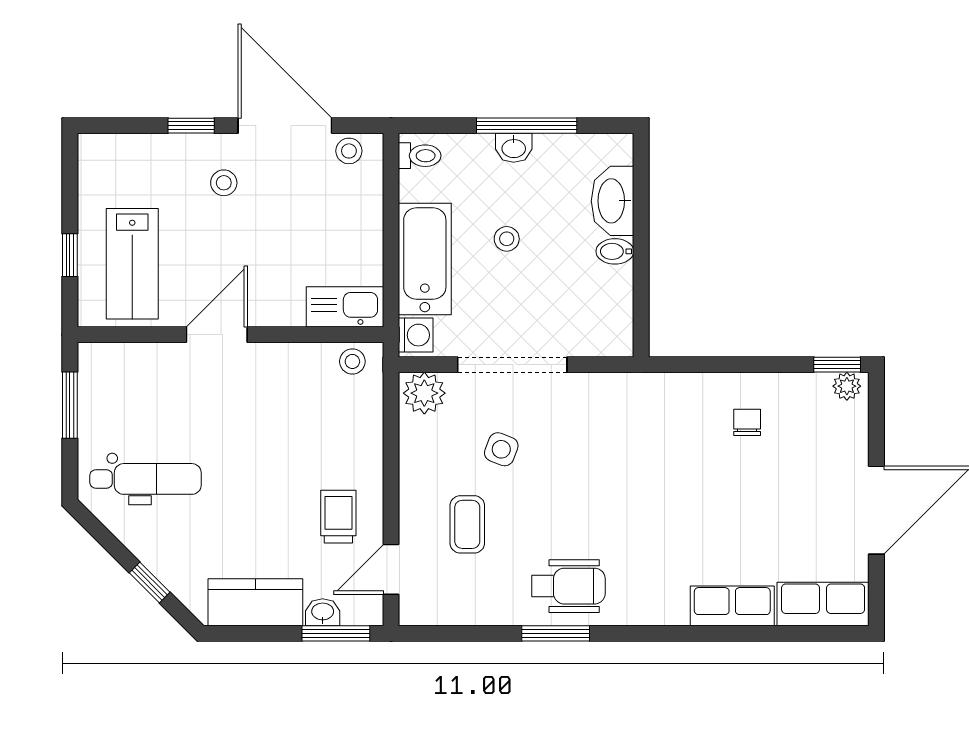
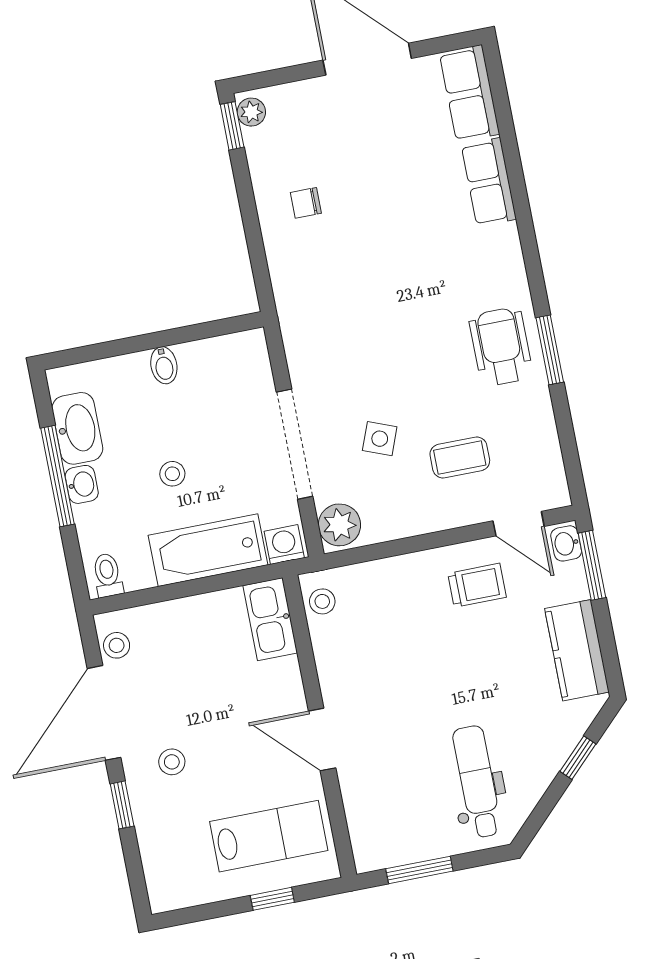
washbasin: (613, 201) -> (77, 428), moved, turned -90
trolley: (338, 517) -> (477, 585), turned 180
washbasin: (323, 612) -> (566, 543), moved

